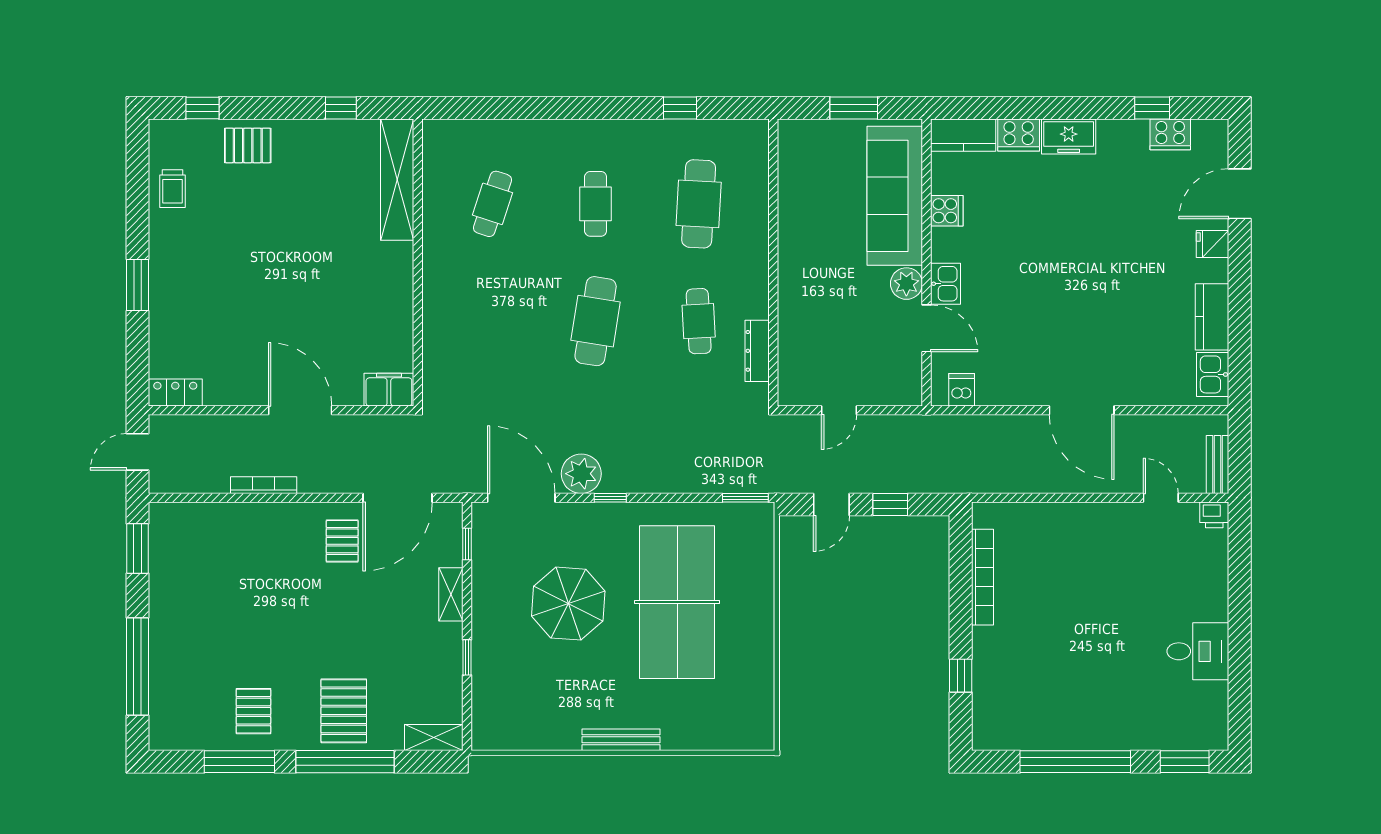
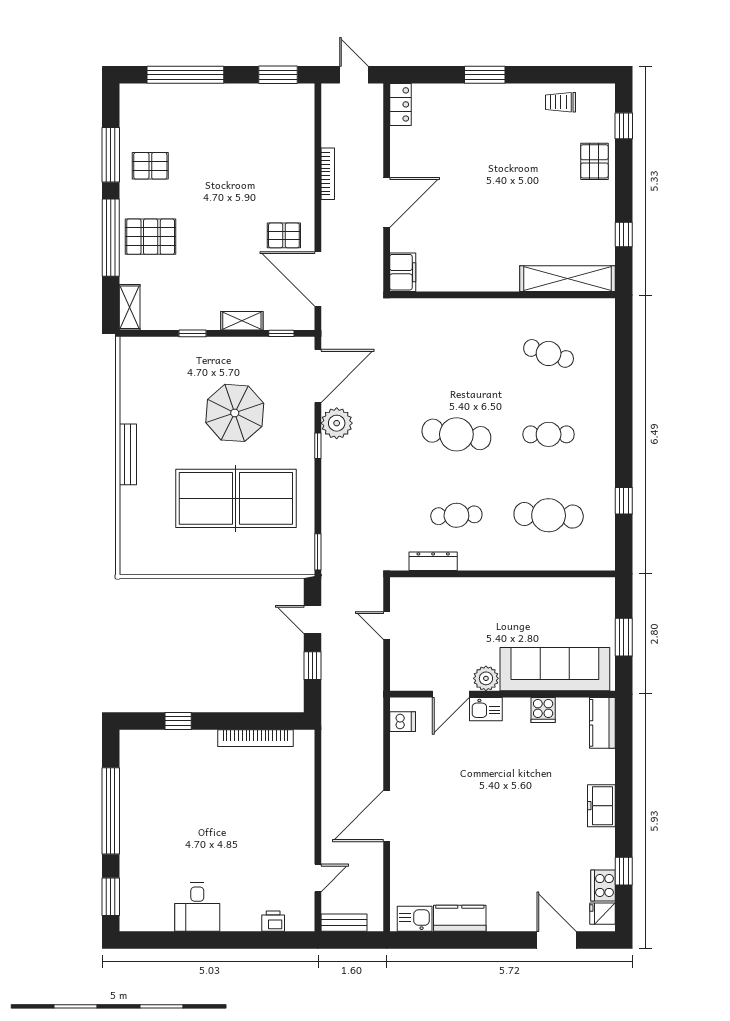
cooker: (1019, 135) -> (603, 766), removed
fridge: (1212, 244) -> (602, 914), moved, turned -90
printer: (1214, 515) -> (273, 921), moved, turned 90

